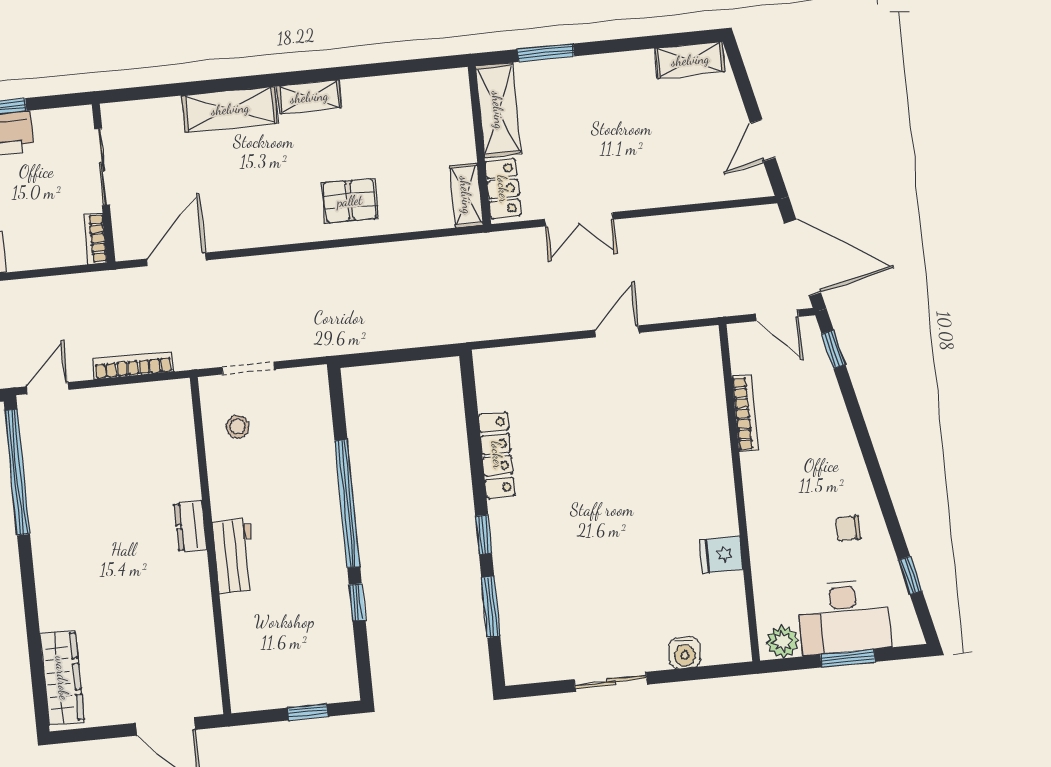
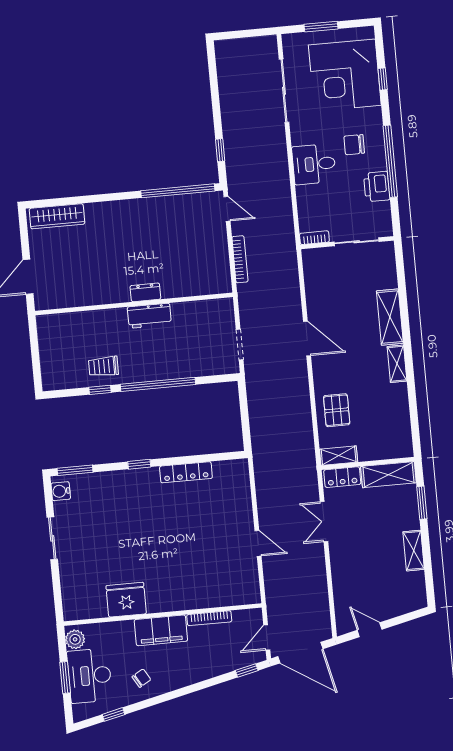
shelving: (690, 60) -> (414, 551), moved
pallet: (350, 201) -> (337, 410), moved
door: (803, 258) -> (300, 653), hinge flipped
door: (176, 259) -> (307, 339), moved
doorway: (248, 368) -> (240, 345), moved
stool: (238, 427) -> (204, 320), removed
filing cabinet: (766, 496) -> (161, 630), added
chair: (848, 528) -> (141, 678), turned 60
fridge: (721, 555) -> (126, 600), width x1.88, depth x1.34
workbench: (234, 556) -> (149, 316), moved
trolley: (317, 597) -> (103, 366), added
window: (491, 607) -> (75, 470), moved
water cooler: (684, 653) -> (61, 491), moved
window: (308, 712) -> (36, 360), removed

